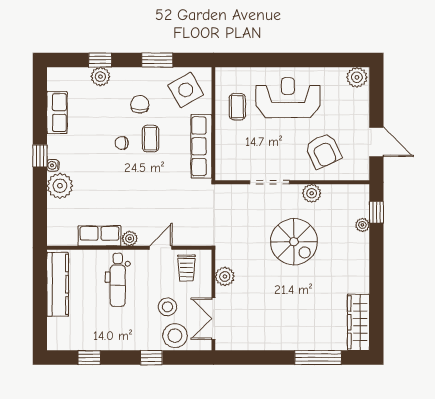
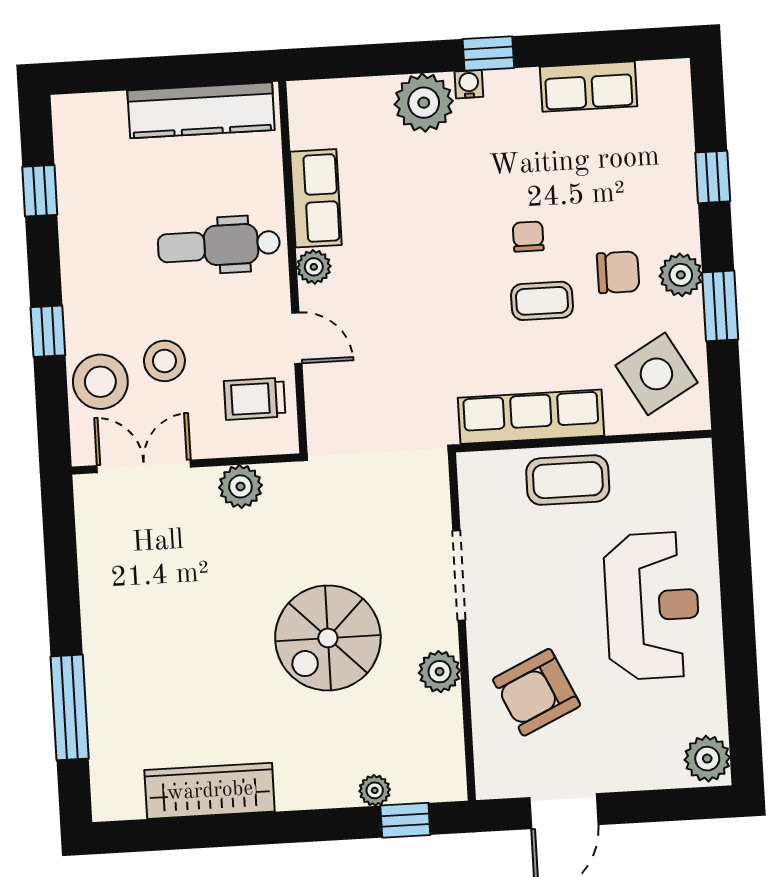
plant: (100, 77) -> (681, 275), moved
coffee table: (237, 107) -> (568, 480), moved, width x1.36, depth x1.30
wardrobe: (358, 322) -> (210, 791), moved

